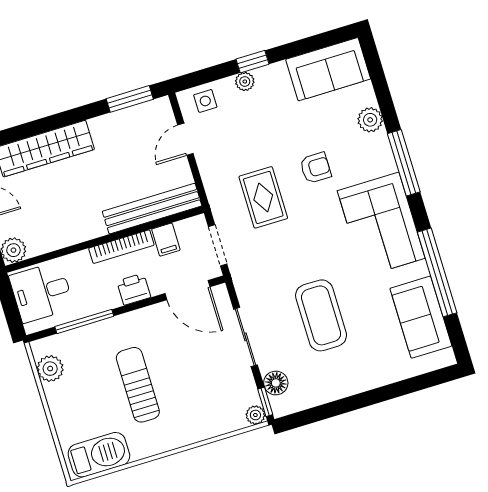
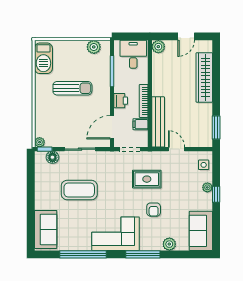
door: (185, 139) -> (177, 149), moved
sofa: (421, 317) -> (46, 229), moved, turned 90

